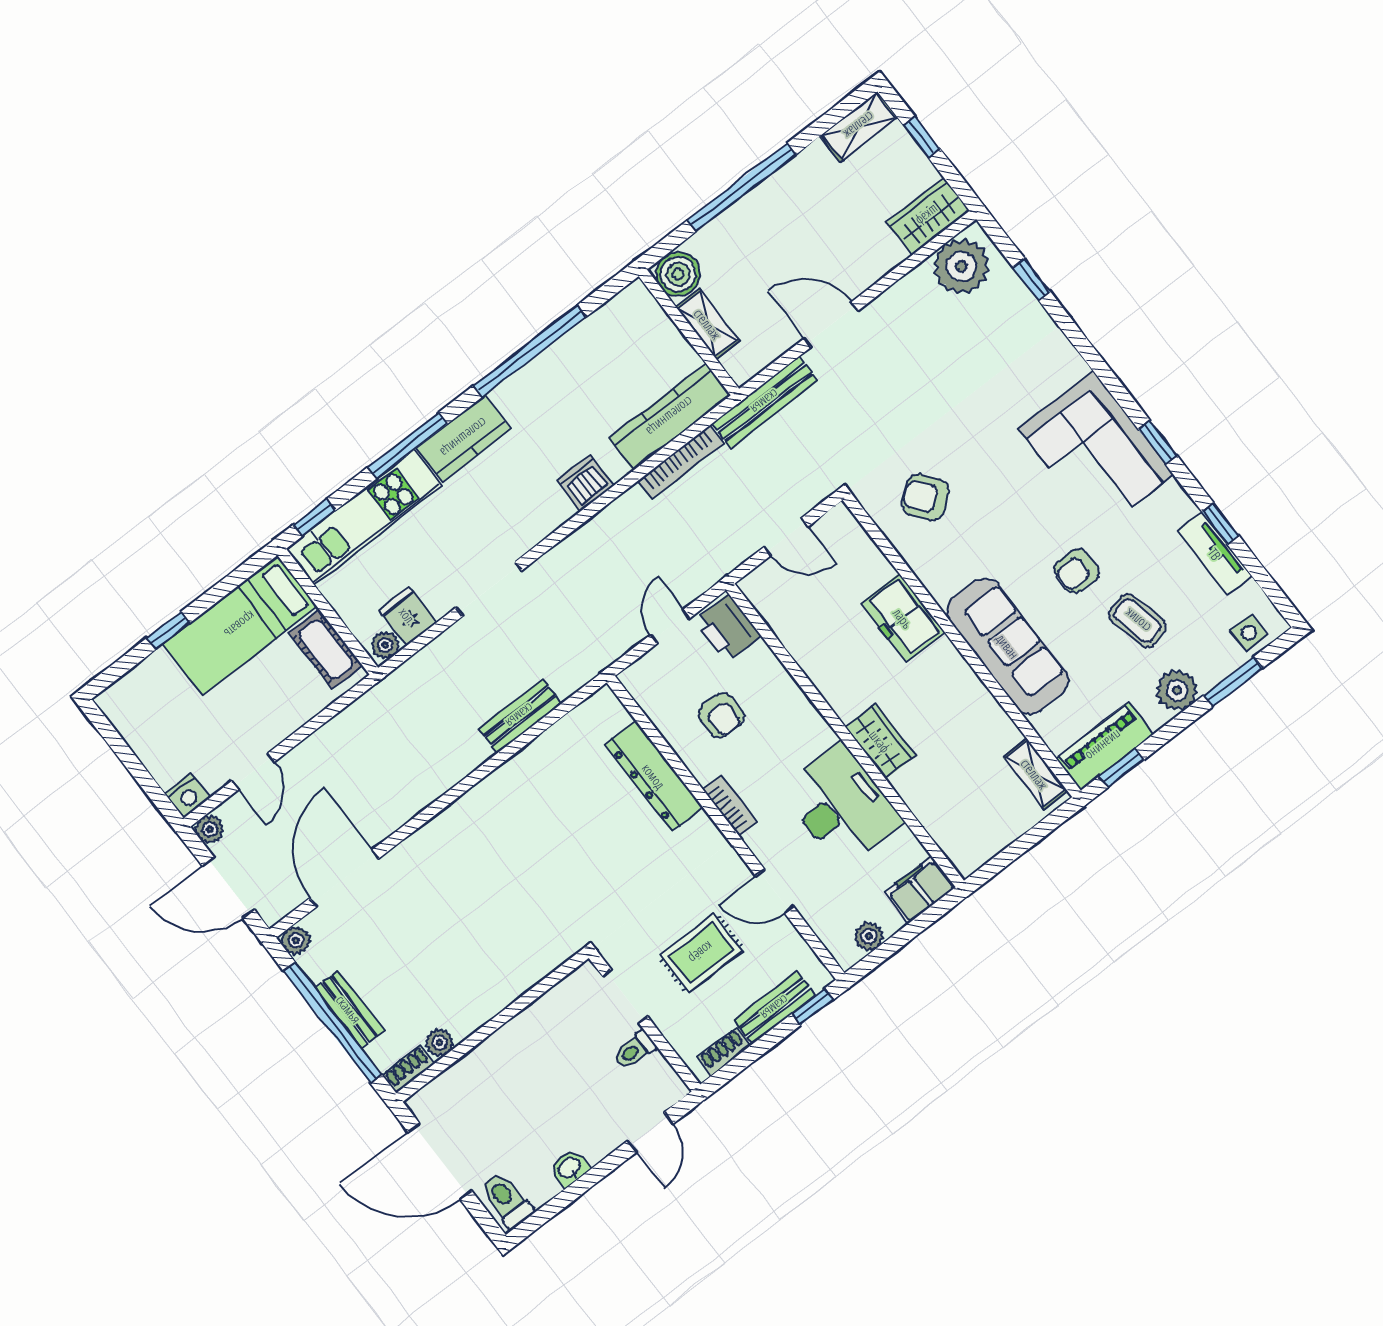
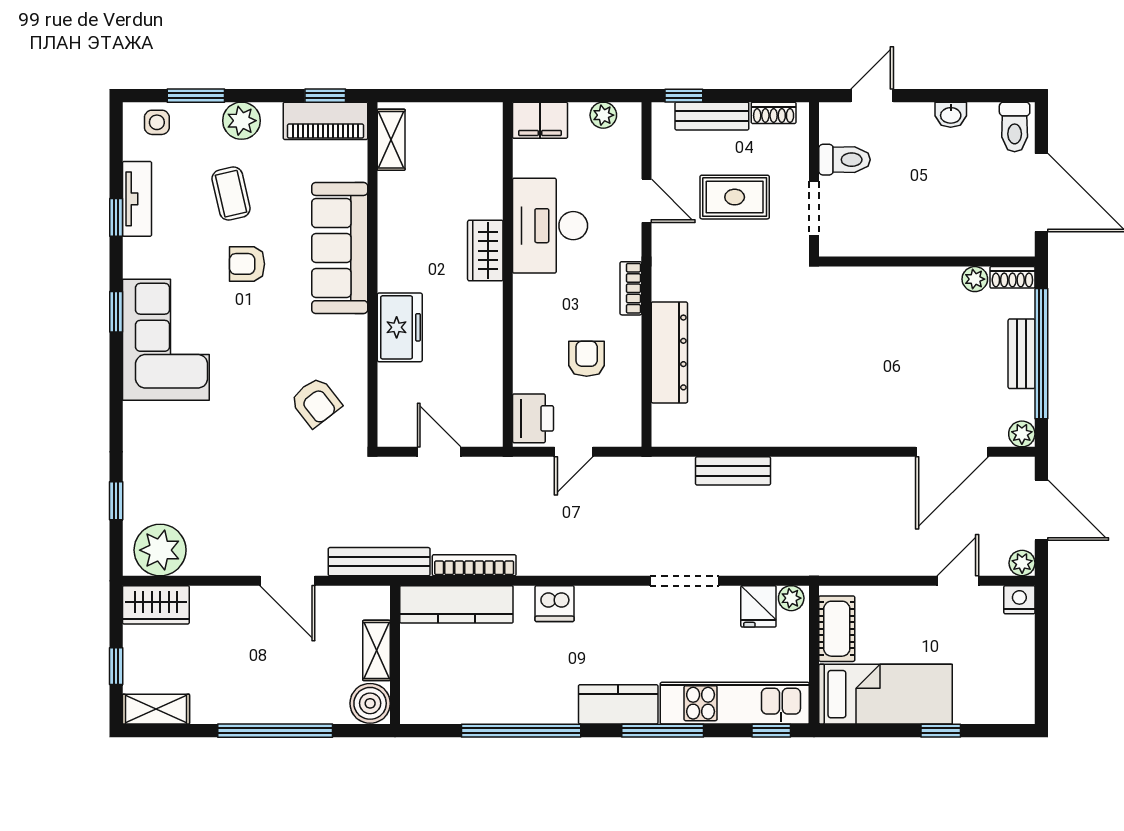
armchair: (1077, 571) -> (247, 264), turned 180
toilet: (635, 1050) -> (844, 160), width x1.37, depth x1.39

